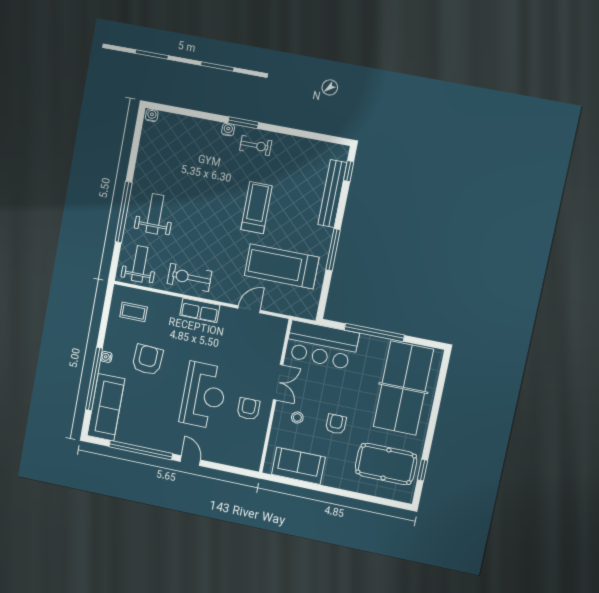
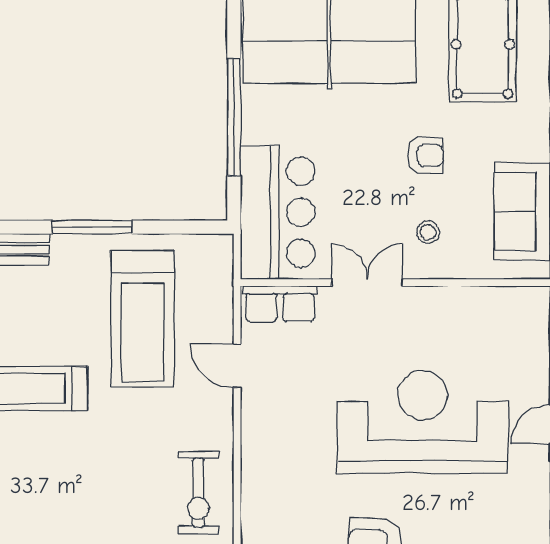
row of seats: (200, 310) -> (280, 304), moved, turned 90
reception desk: (204, 395) -> (422, 422), width x1.36, depth x1.30
armchair: (248, 409) -> (431, 330), removed
armchair: (336, 424) -> (425, 155), turned 180

